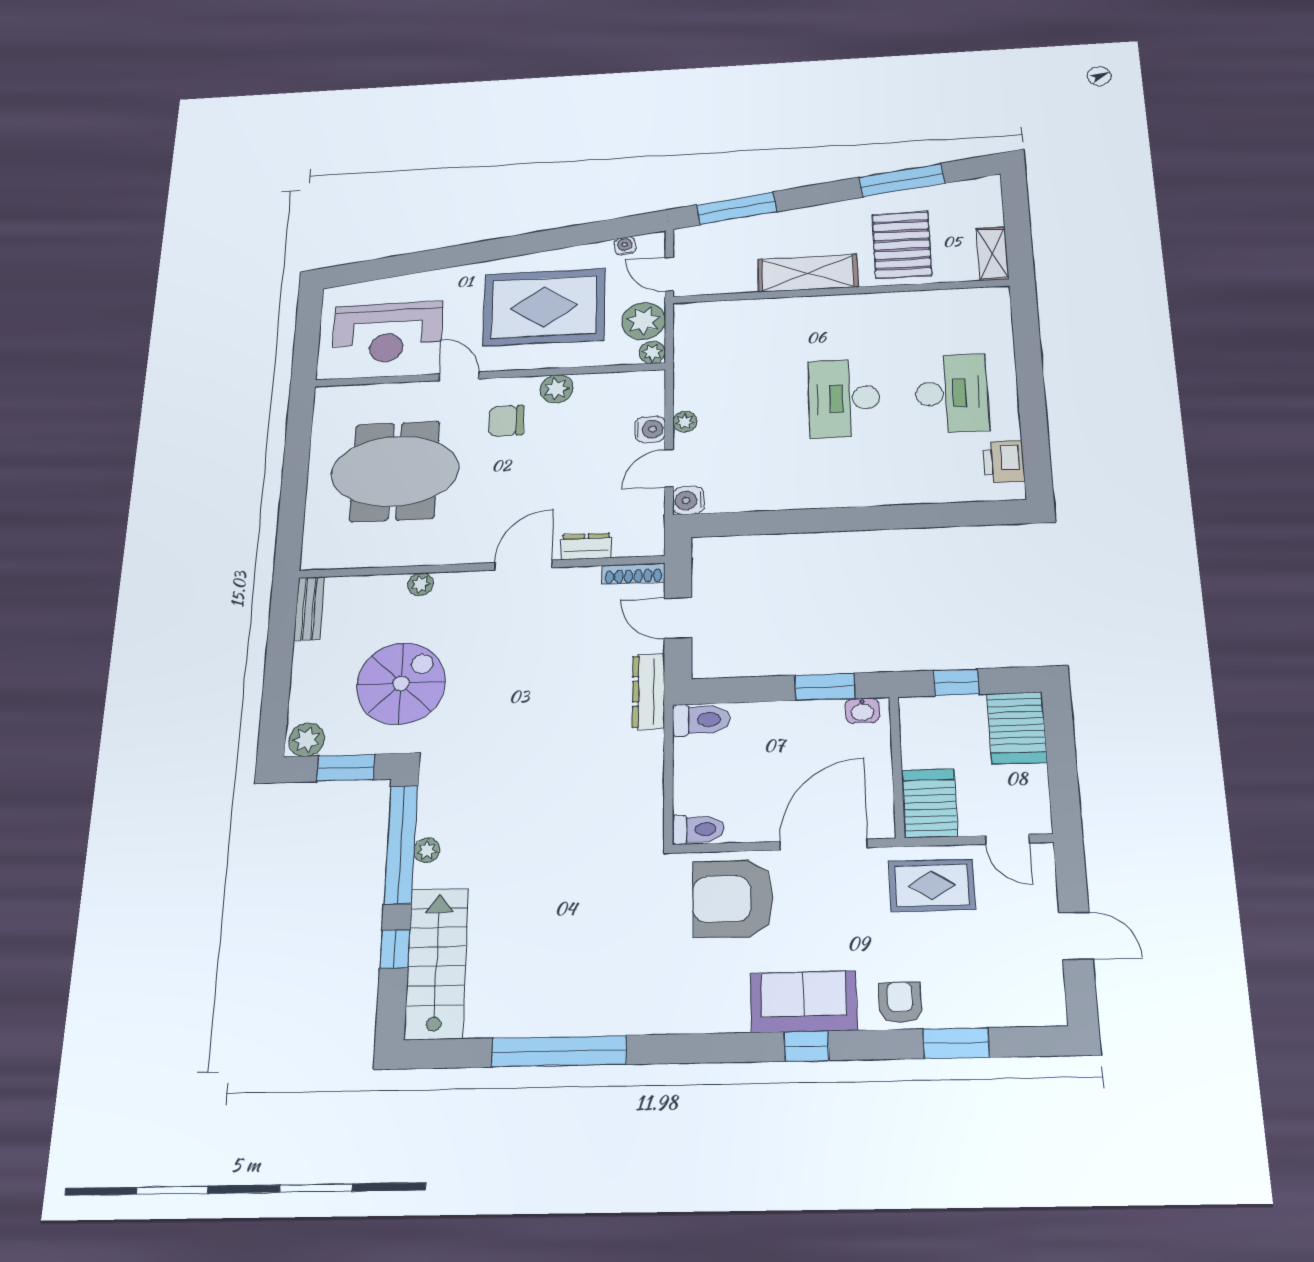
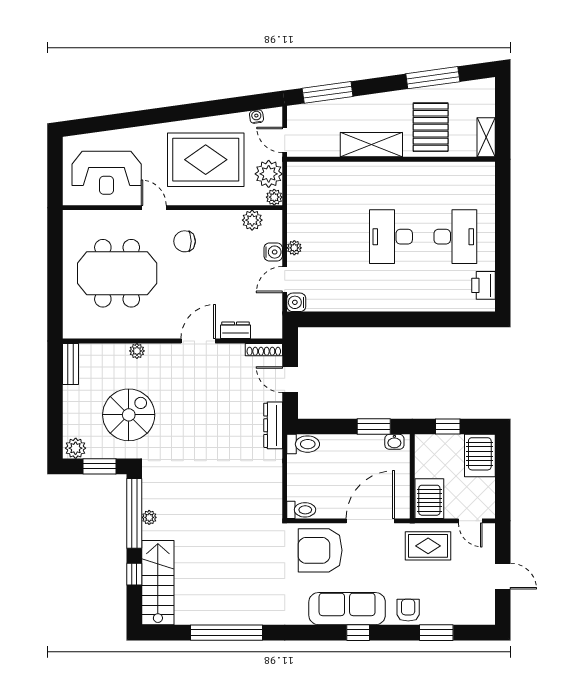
plant: (557, 389) -> (252, 220), moved
sofa: (804, 1002) -> (347, 609), width x1.36

